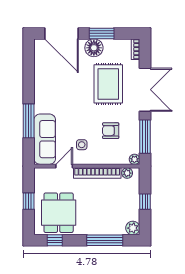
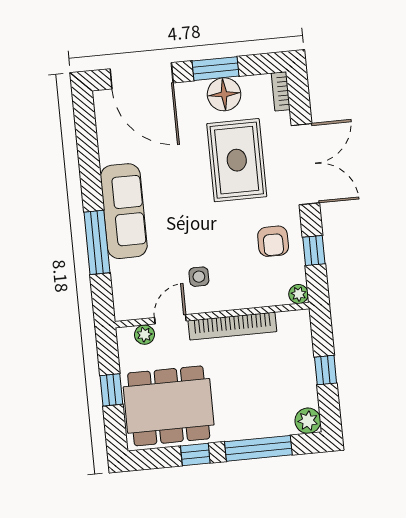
floor lamp: (94, 48) -> (224, 94), moved
armchair: (111, 131) -> (273, 241), moved, turned -90
window: (145, 137) -> (314, 251), width x0.46
sofa: (45, 139) -> (124, 211), moved
plant: (127, 173) -> (145, 335), moved
dining table: (59, 213) -> (169, 406), width x1.37
window: (55, 240) -> (195, 454), moved

